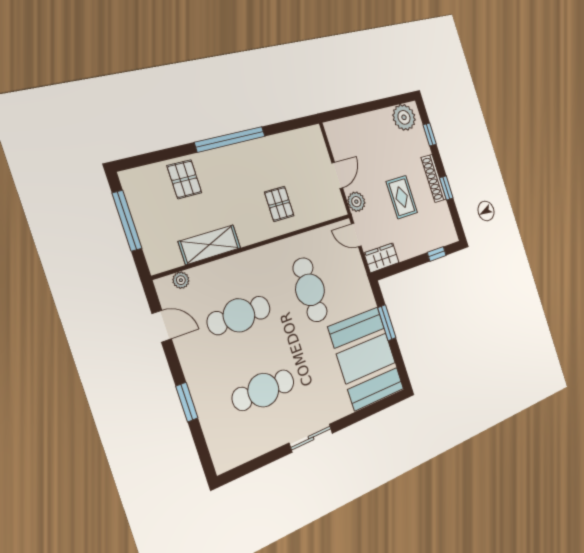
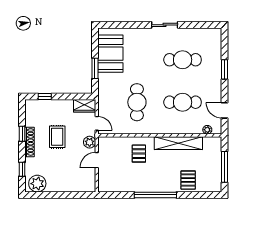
shelving: (210, 245) -> (178, 143), width x1.47
booth: (366, 358) -> (110, 54), width x0.73, depth x0.70

